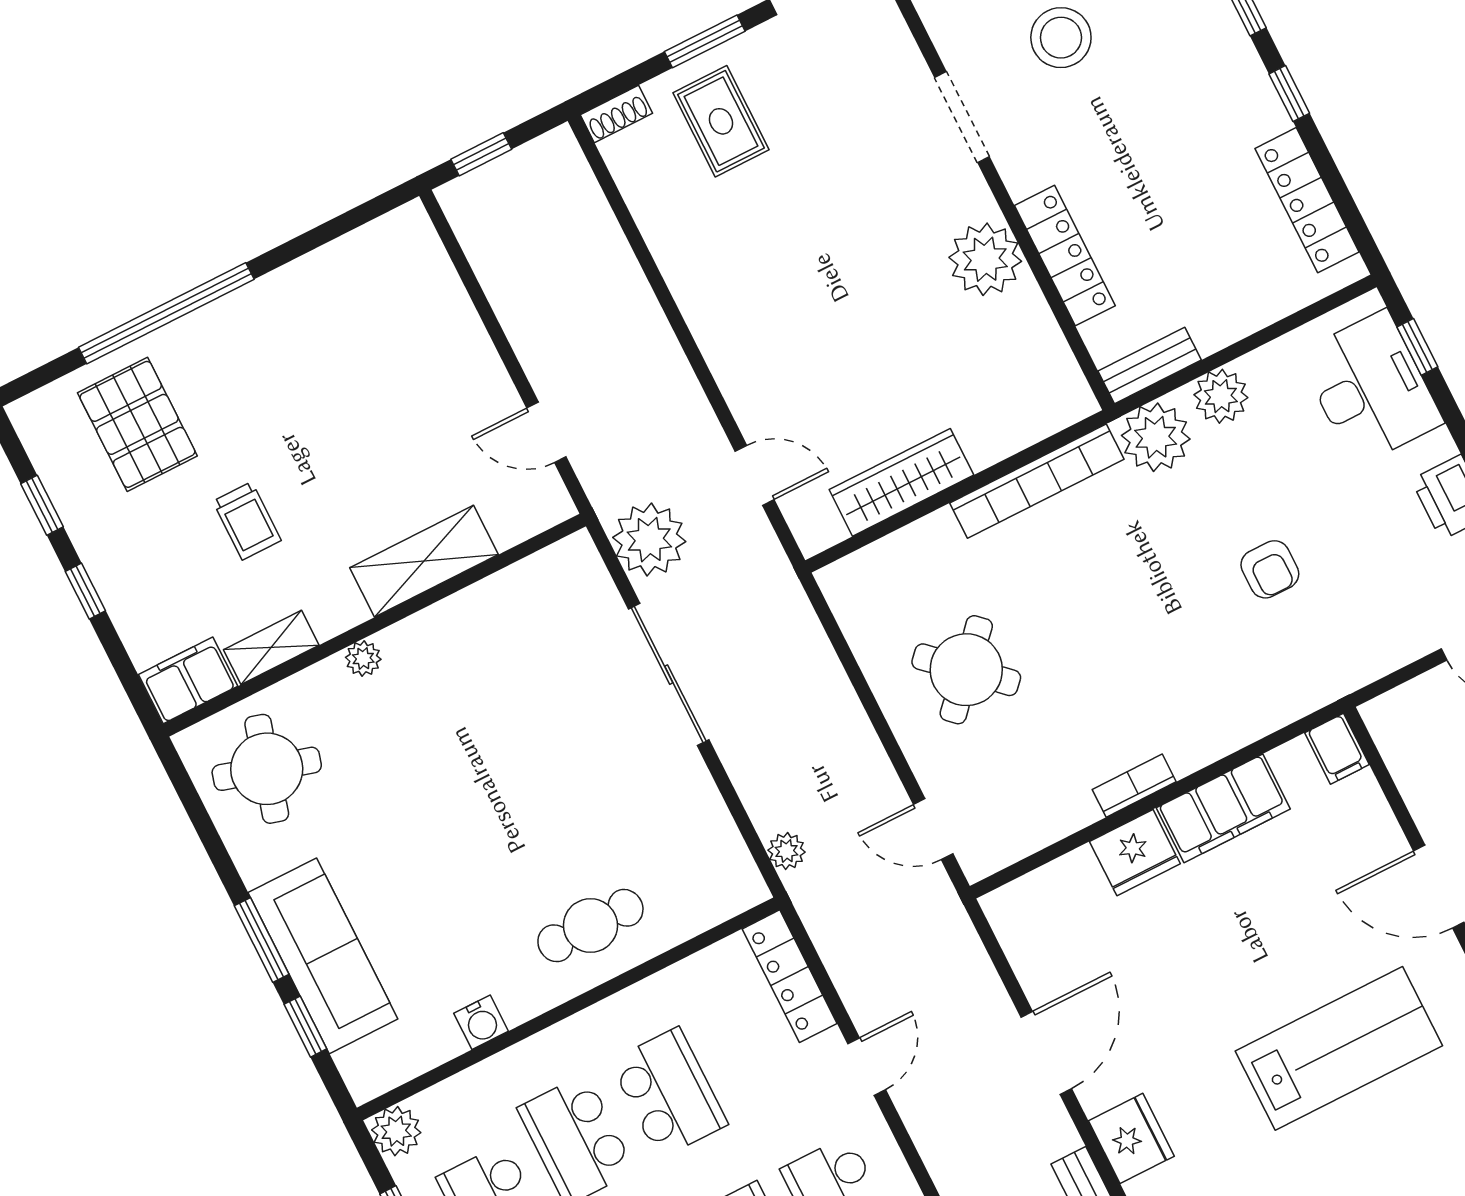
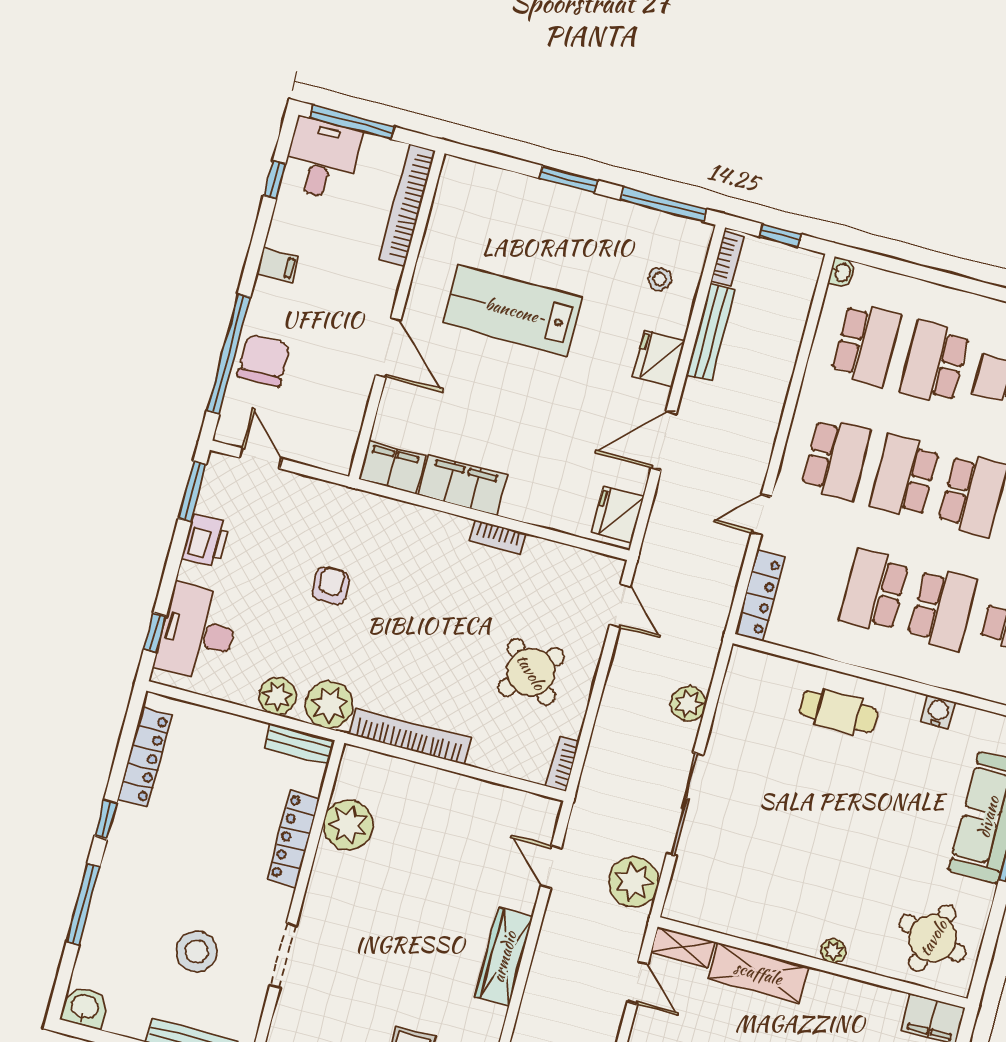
plant: (985, 259) -> (348, 825), moved
wardrobe: (901, 482) -> (504, 957), moved, turned 90
bookcase: (842, 600) -> (563, 764), added
shelving: (271, 647) -> (683, 947), moved
filing cabinet: (1337, 749) -> (392, 468), width x2.00
plant: (787, 851) -> (688, 704), moved, width x1.38, depth x1.38
fridge: (1135, 853) -> (618, 515), moved, turned -90

